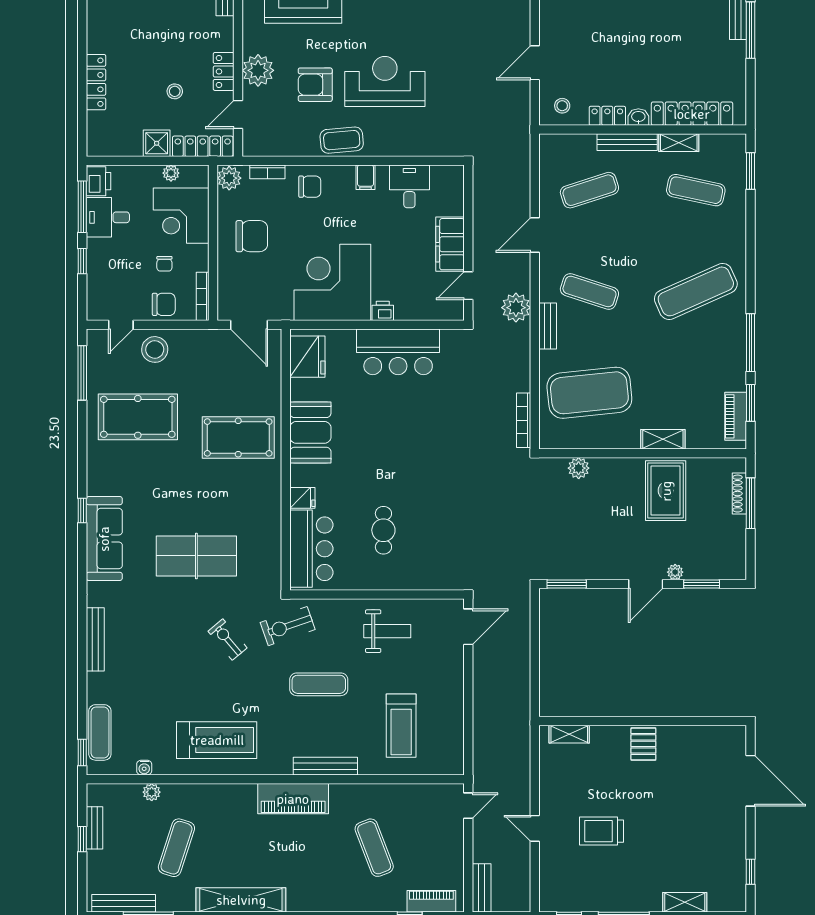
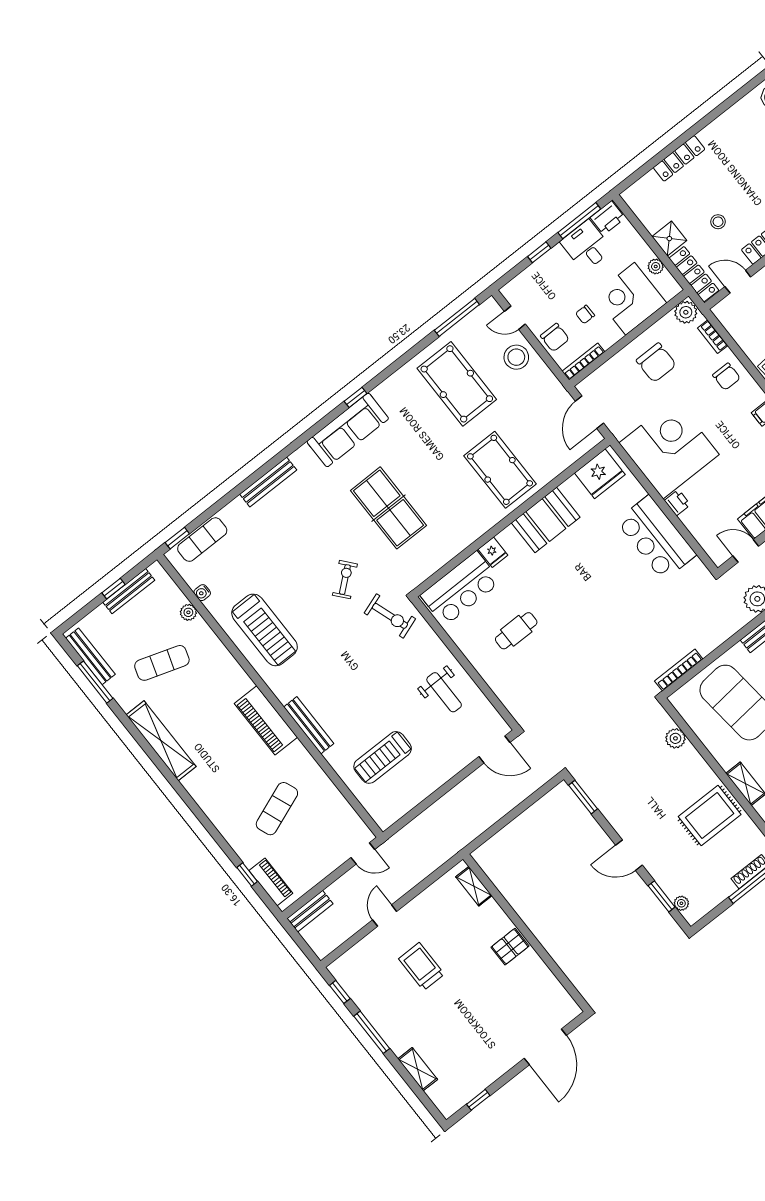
plant: (675, 572) -> (681, 903), moved
exercise bike: (288, 626) -> (390, 616), turned 180
exercise mat: (319, 684) -> (365, 673), removed
bench: (95, 828) -> (129, 591), width x1.36

